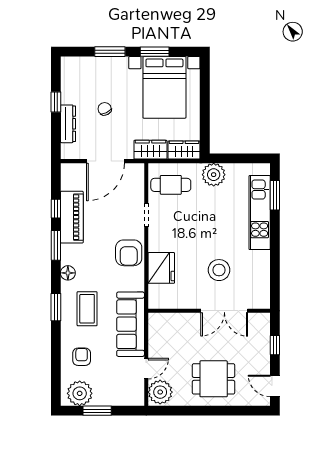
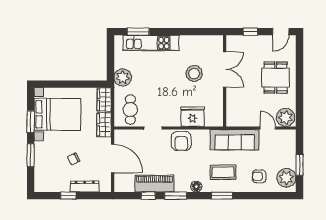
armchair: (129, 253) -> (181, 141), turned 90

